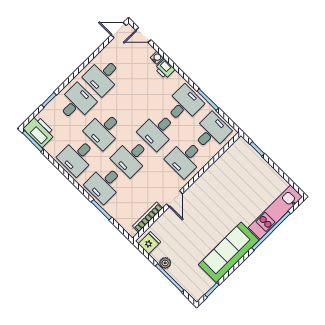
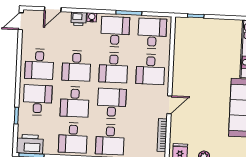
door: (143, 35) -> (53, 9), moved
water cooler: (157, 58) -> (92, 17), moved
desk: (130, 104) -> (76, 66), added
desk: (131, 157) -> (112, 104), turned 180
door: (175, 199) -> (169, 105), hinge flipped

